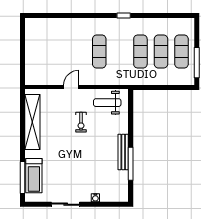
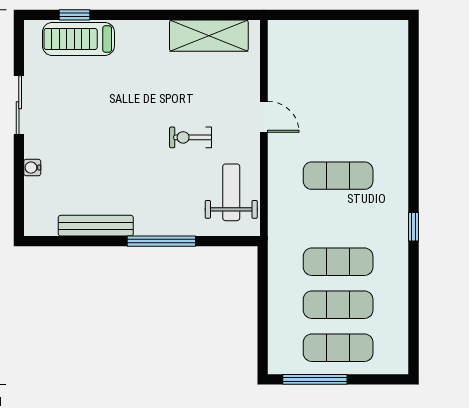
shelving: (32, 122) -> (209, 36), width x0.68
bench: (123, 152) -> (96, 226), moved
window: (131, 164) -> (161, 241), moved
window: (22, 178) -> (75, 15), width x0.46

